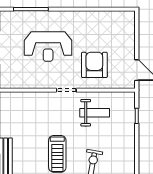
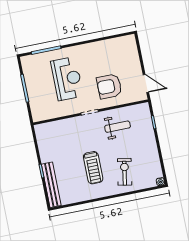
reception desk: (48, 46) -> (67, 79), turned -90
armchair: (94, 65) -> (109, 86), turned -90

